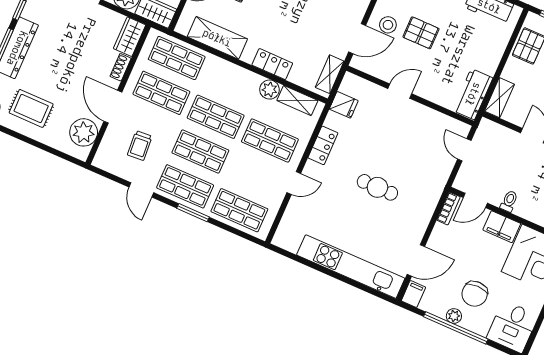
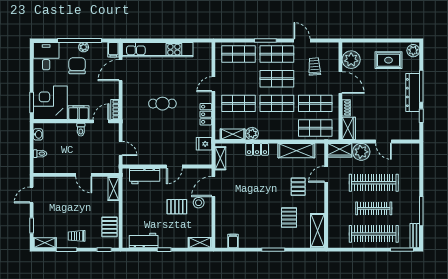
workbench: (473, 94) -> (145, 176), moved, turned 90

